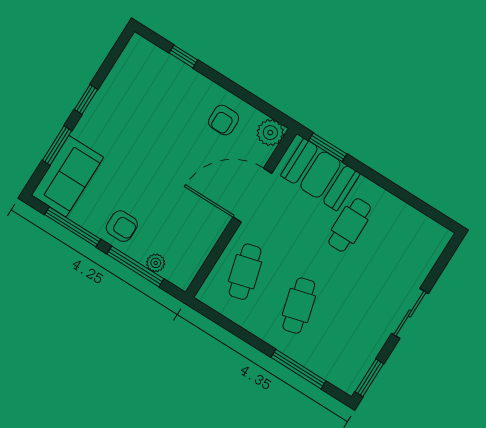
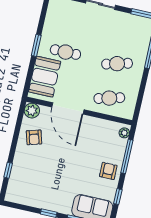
armchair: (224, 120) -> (34, 137), turned 74
window: (328, 147) -> (36, 45), moved
window: (73, 227) -> (118, 197), width x0.46
plant: (156, 263) -> (124, 133), moved

